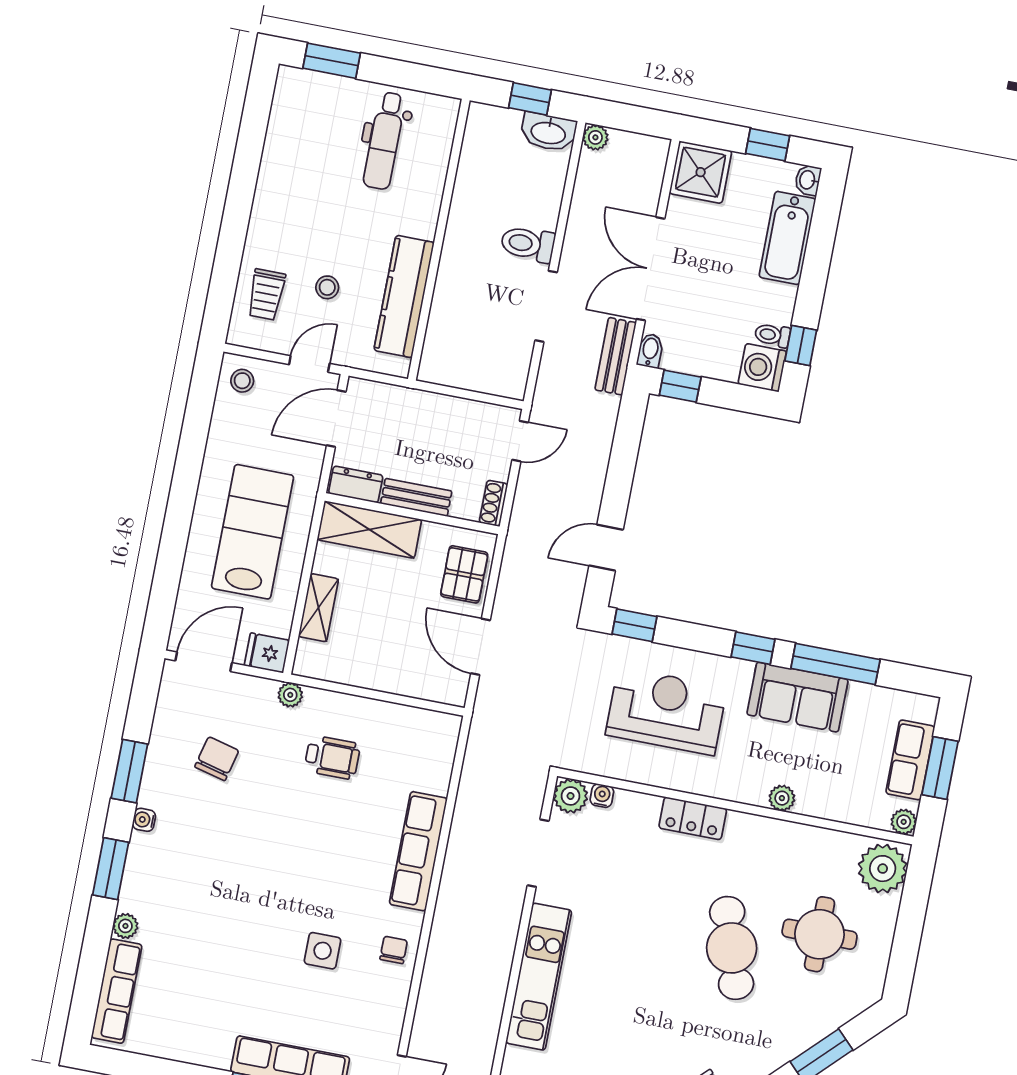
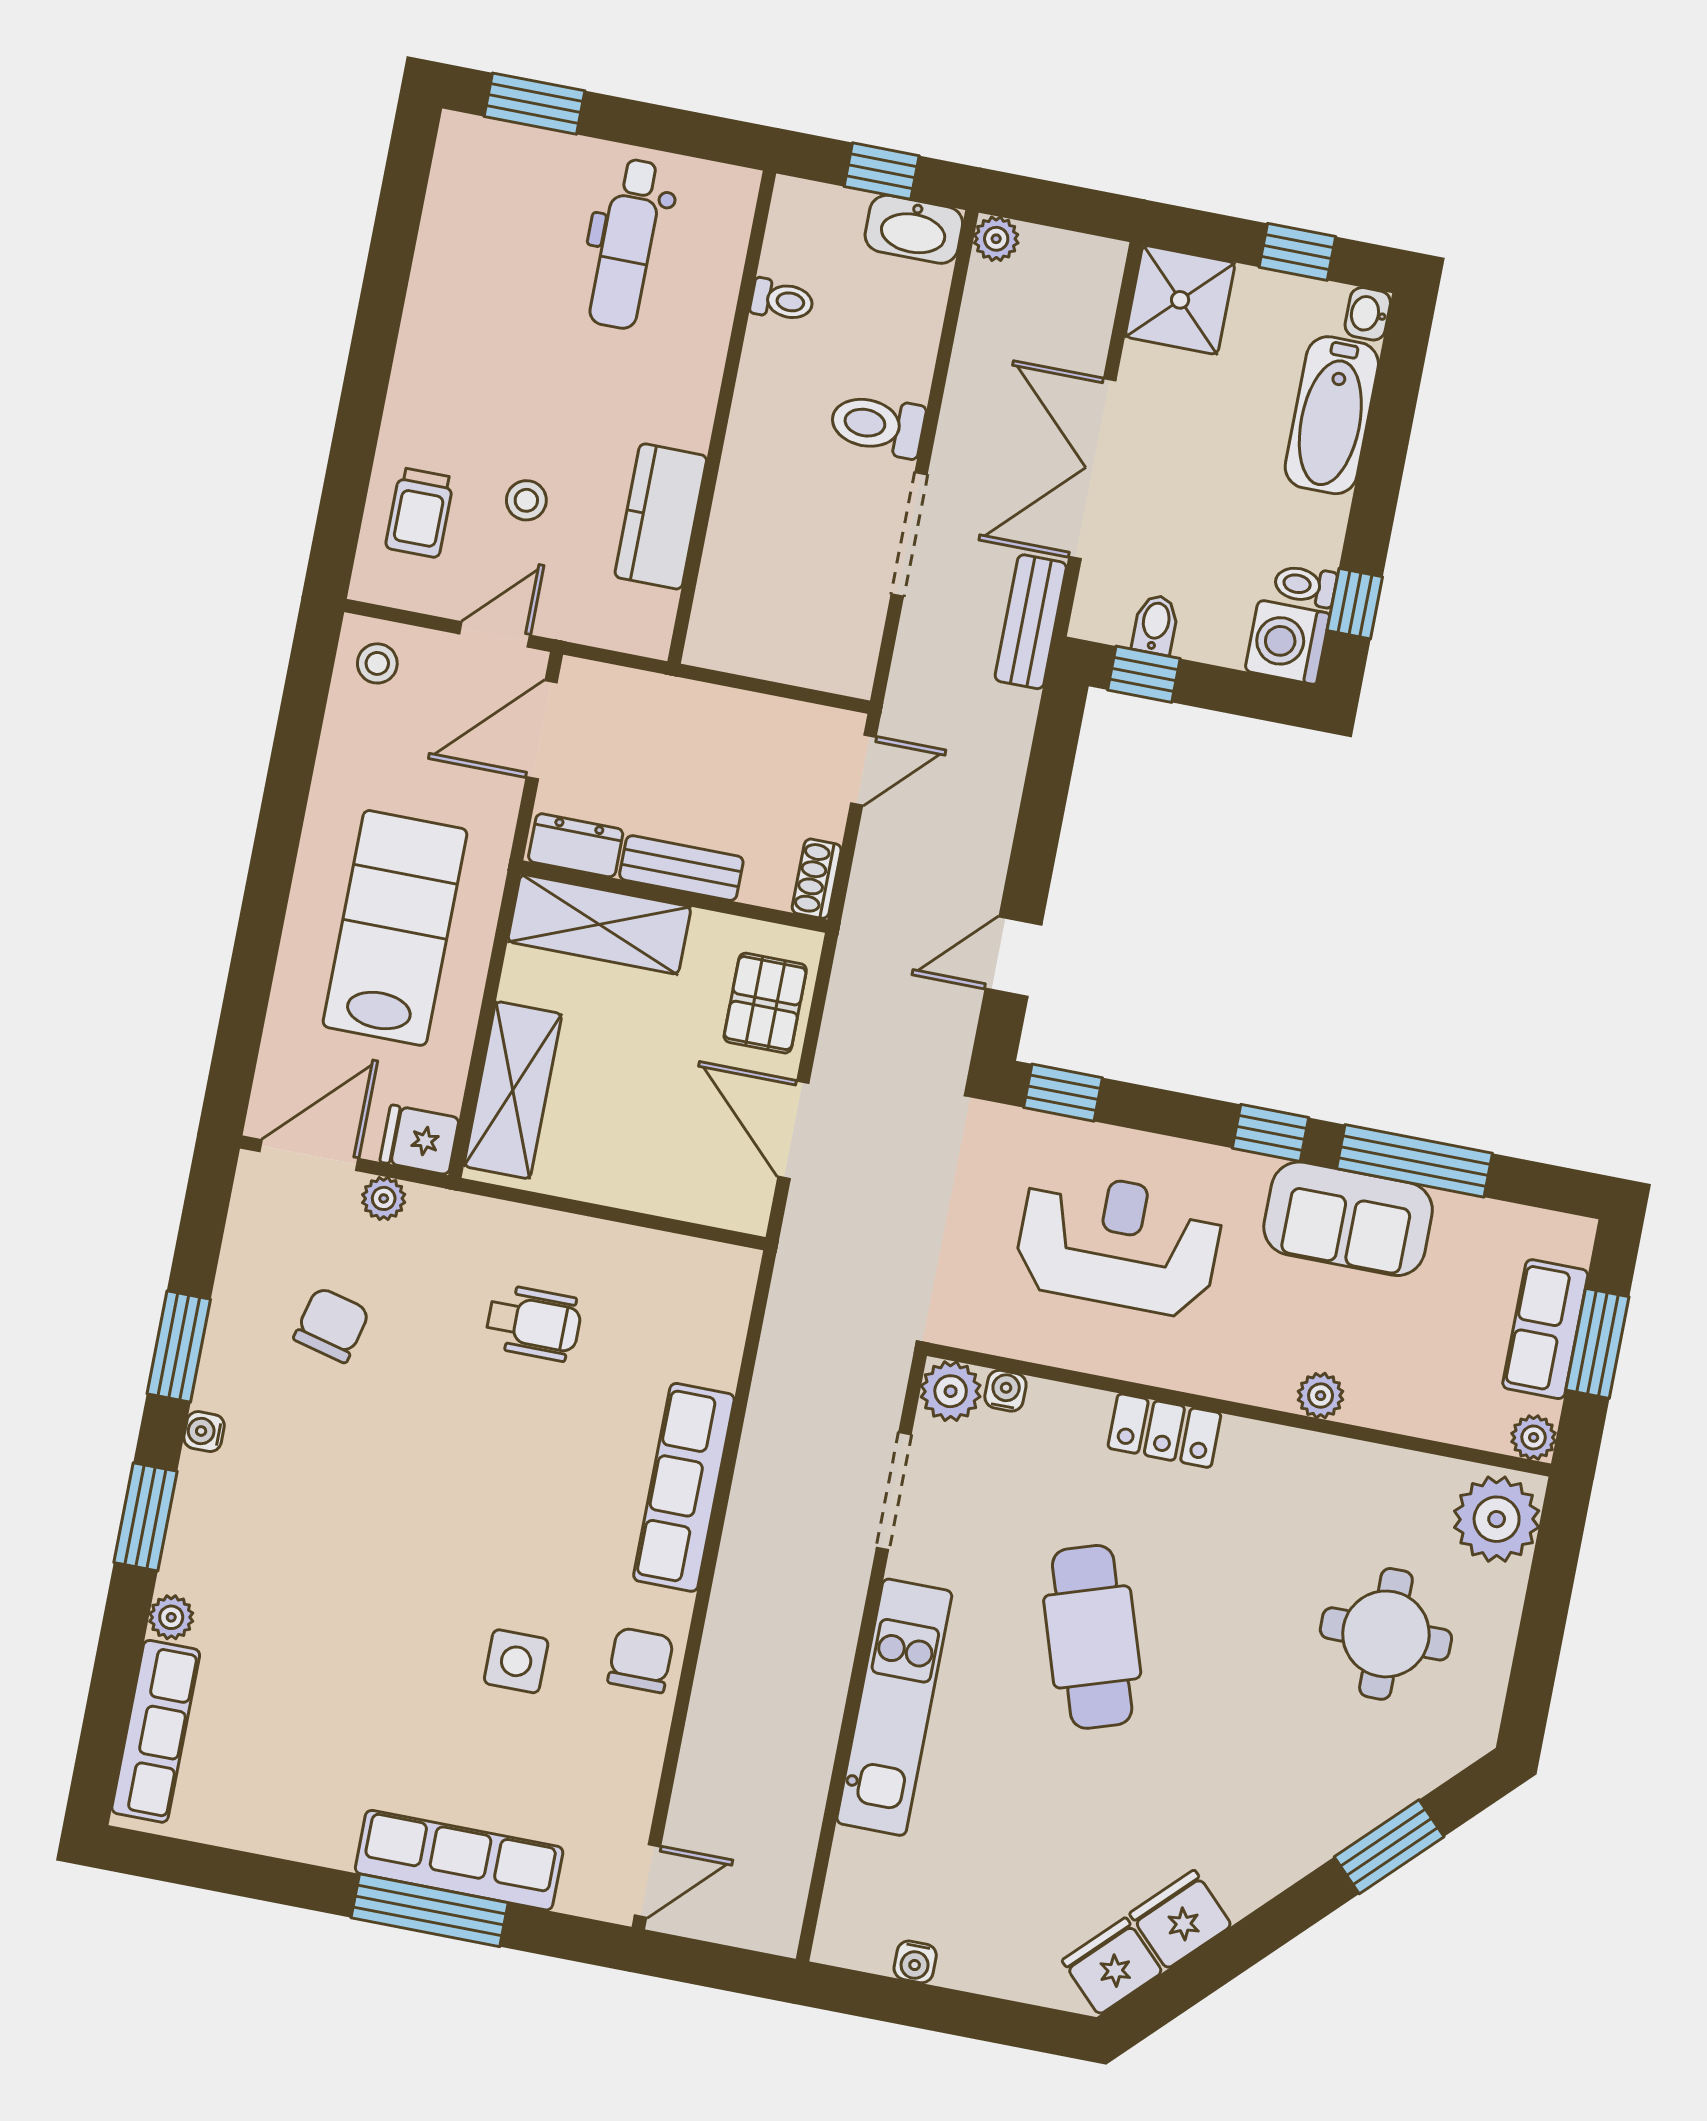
toilet: (473, 173) -> (782, 300), added
kitchen counter: (404, 296) -> (661, 516), width x0.67
bidet: (650, 351) -> (1155, 625), moved
shelving: (318, 608) -> (513, 1090), width x1.50, depth x1.33
plant: (290, 695) -> (384, 1198), moved
cafe table: (732, 948) -> (1092, 1637), moved
chair: (394, 950) -> (641, 1660), width x1.37, depth x1.37

